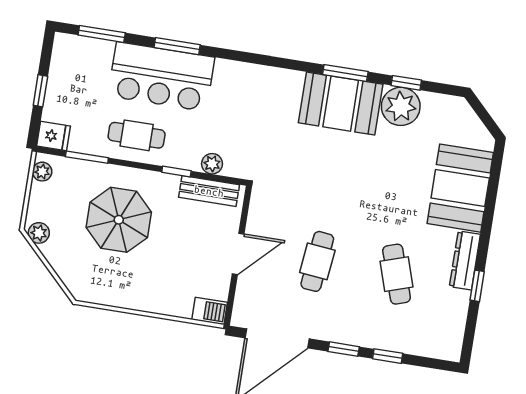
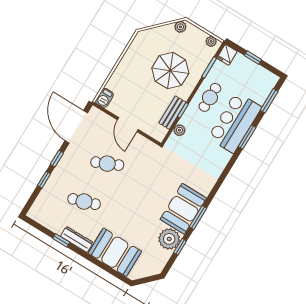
bench: (209, 191) -> (172, 113), moved
cafe table: (317, 261) -> (107, 164), turned -30

